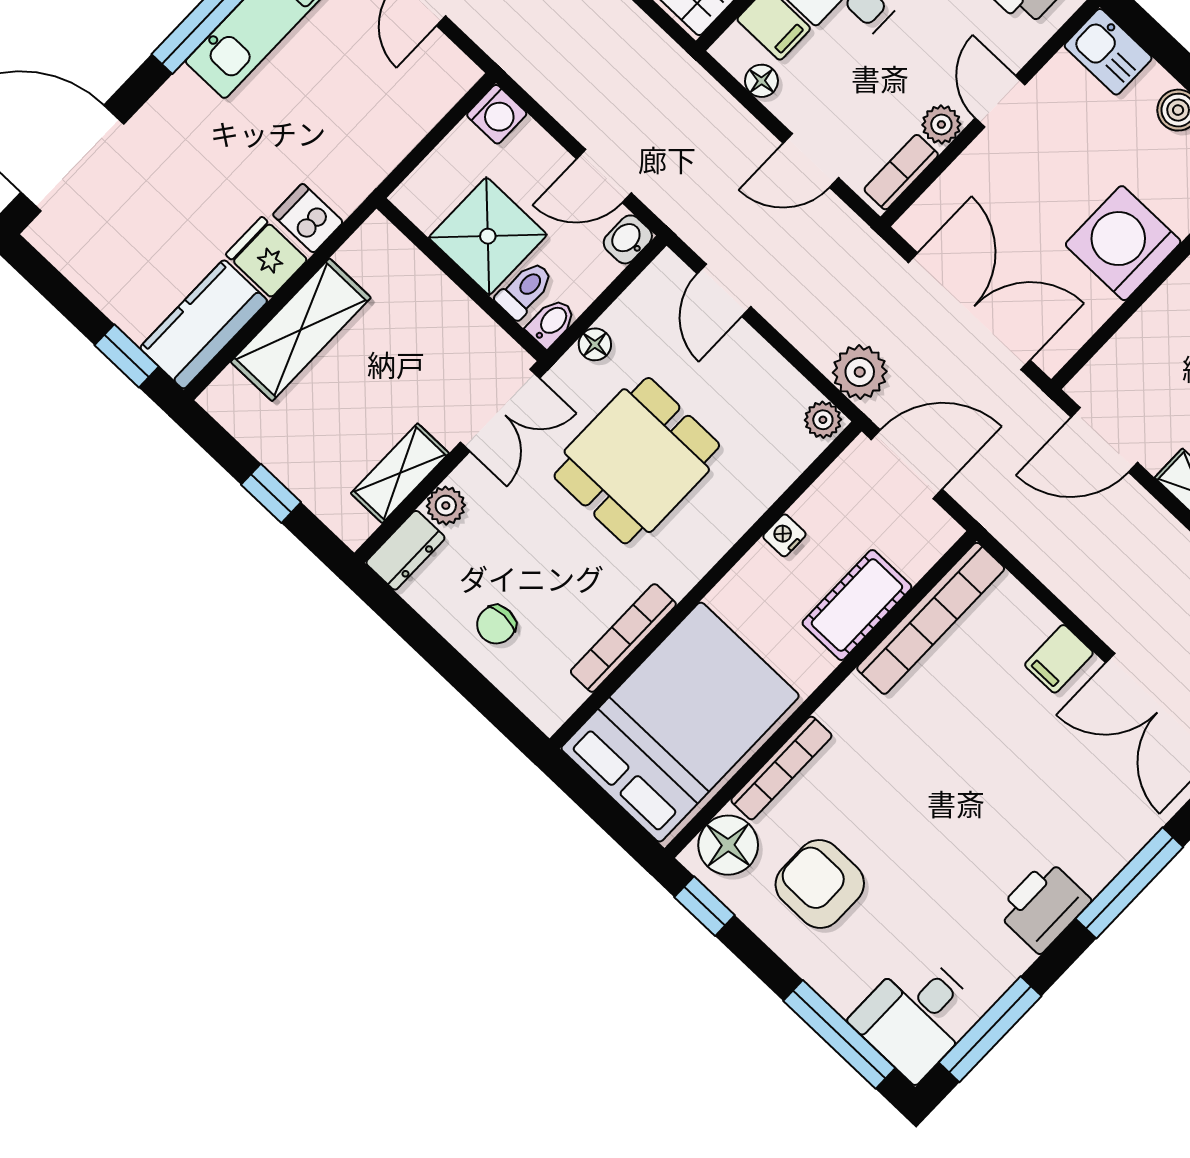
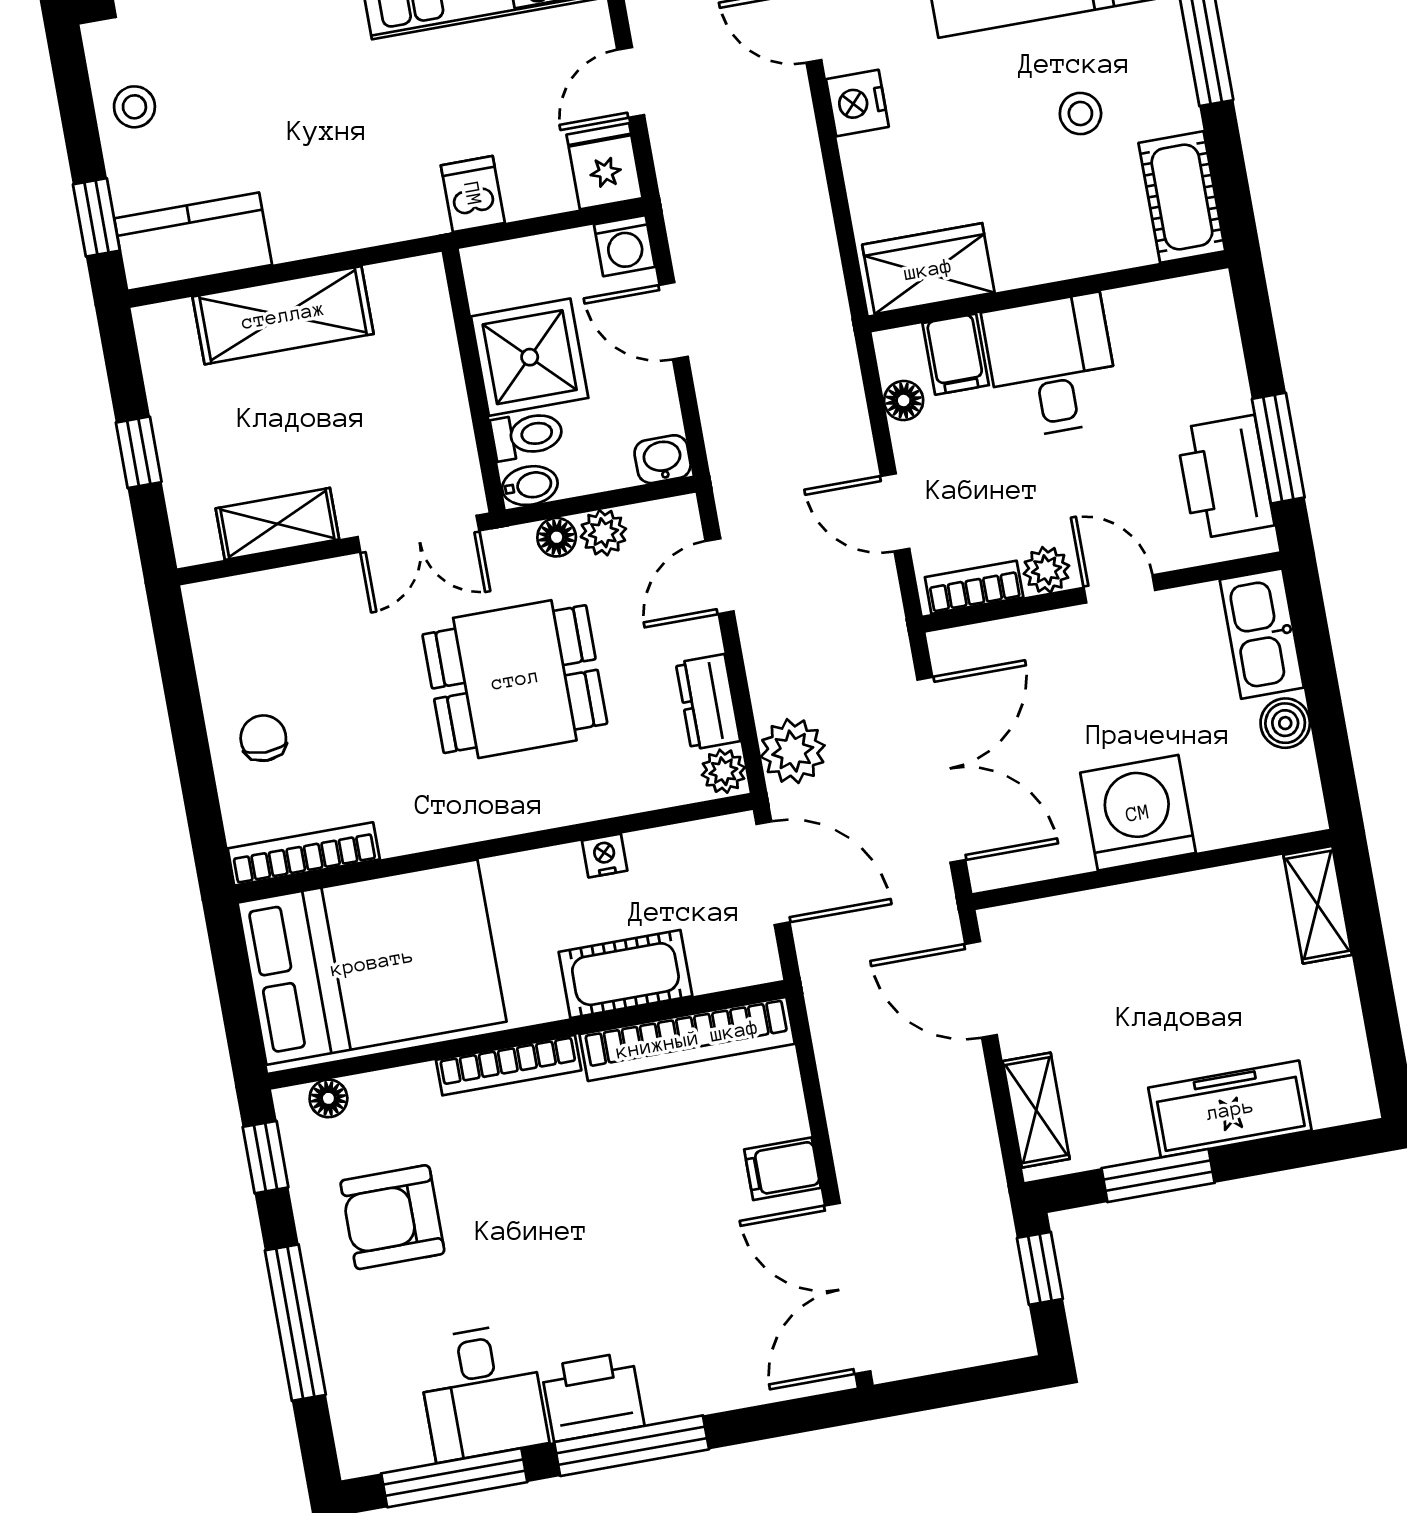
kitchen sink: (1108, 52) -> (1262, 634), width x1.38
door: (1000, 101) -> (1119, 589), hinge flipped
door: (604, 176) -> (674, 321), moved
dishwasher: (308, 218) -> (473, 194), moved
fridge: (266, 257) -> (605, 166), moved
stool: (98, 262) -> (134, 107), added
plant: (446, 506) -> (603, 533), moved
dresser: (405, 550) -> (708, 702), moved, turned 90
chair: (496, 625) -> (263, 738), turned 90
bookcase: (623, 638) -> (304, 854), moved
bookcase: (781, 768) -> (509, 1065), moved
floor lamp: (728, 845) -> (328, 1098), width x0.53, depth x0.53
window: (1129, 883) -> (632, 1446), moved
armchair: (820, 884) -> (392, 1217), turned -90
desk: (916, 1016) -> (482, 1392), moved, turned -90
window: (839, 1034) -> (295, 1323), moved

